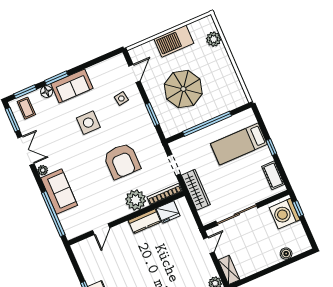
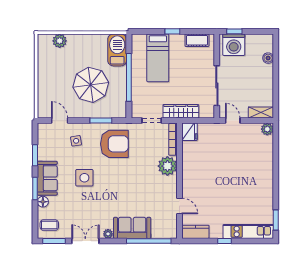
barbecue: (174, 41) -> (117, 50), moved, turned 180
window: (25, 92) -> (35, 155), moved
armchair: (122, 161) -> (114, 144), moved
fridge: (168, 212) -> (189, 132), moved
kitchen counter: (145, 221) -> (195, 232), moved, turned -90

